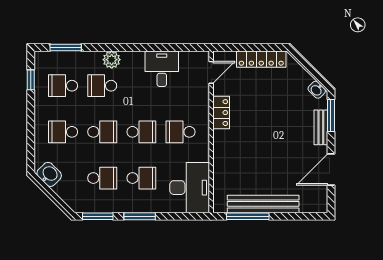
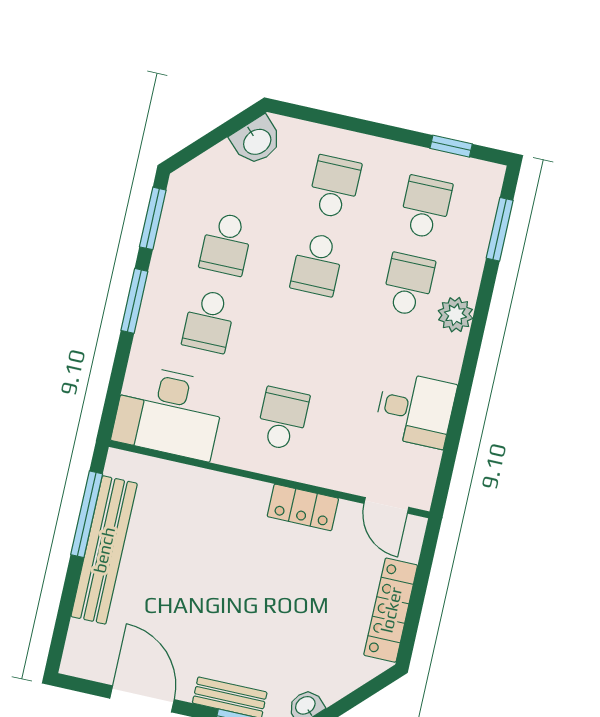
school desk: (141, 132) -> (300, 342), removed

